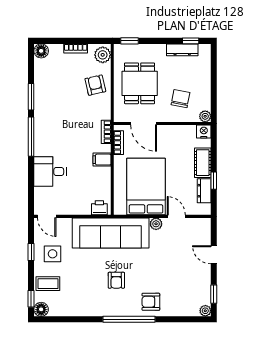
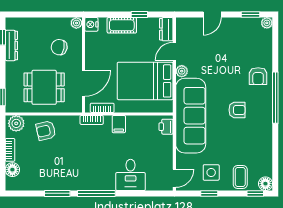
floor lamp: (41, 51) -> (12, 170), moved
dresser: (204, 191) -> (166, 29), moved, turned 90

